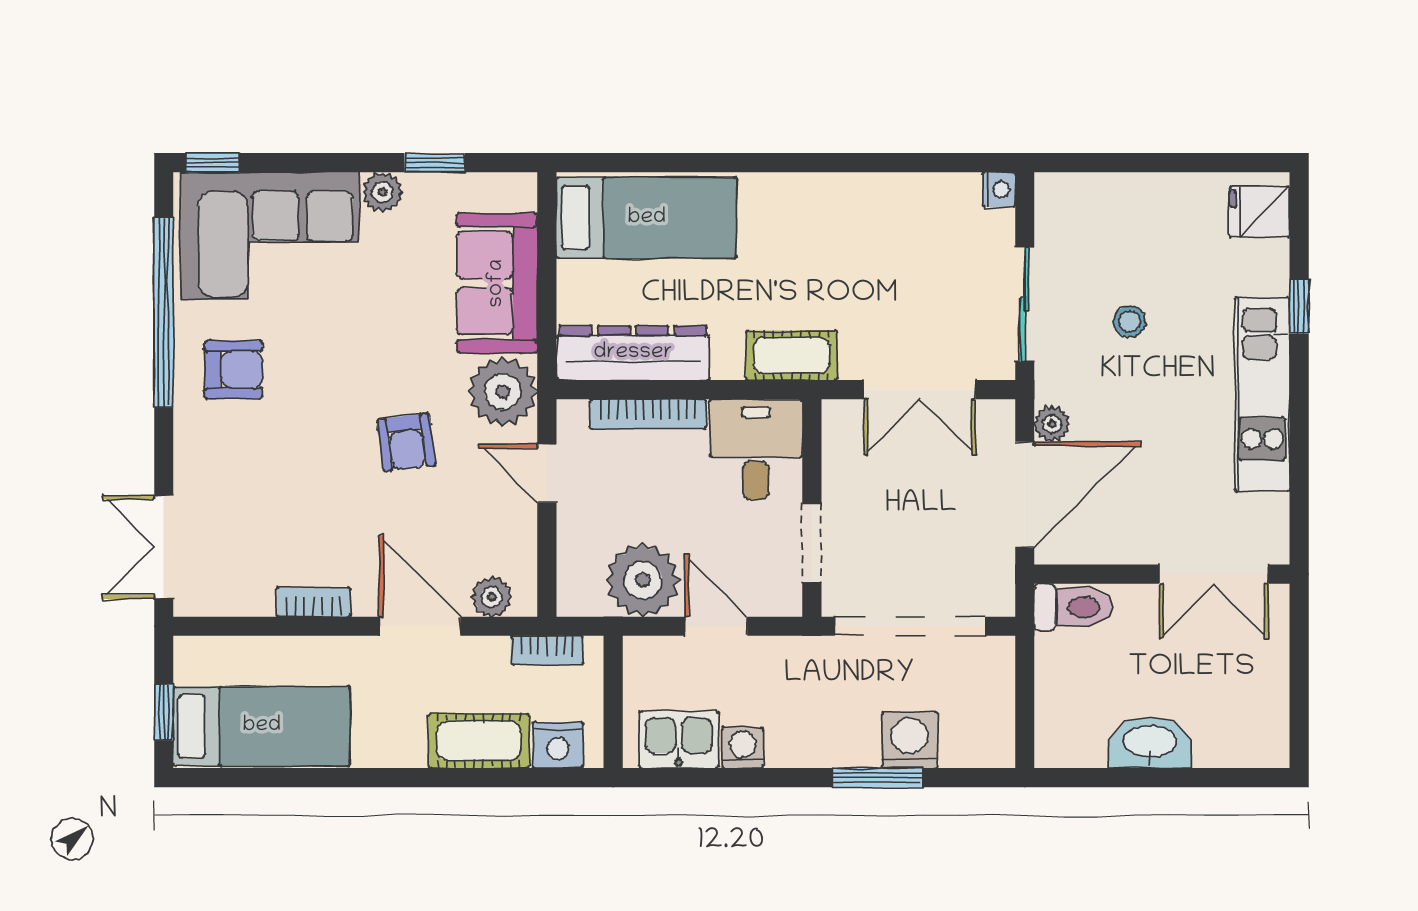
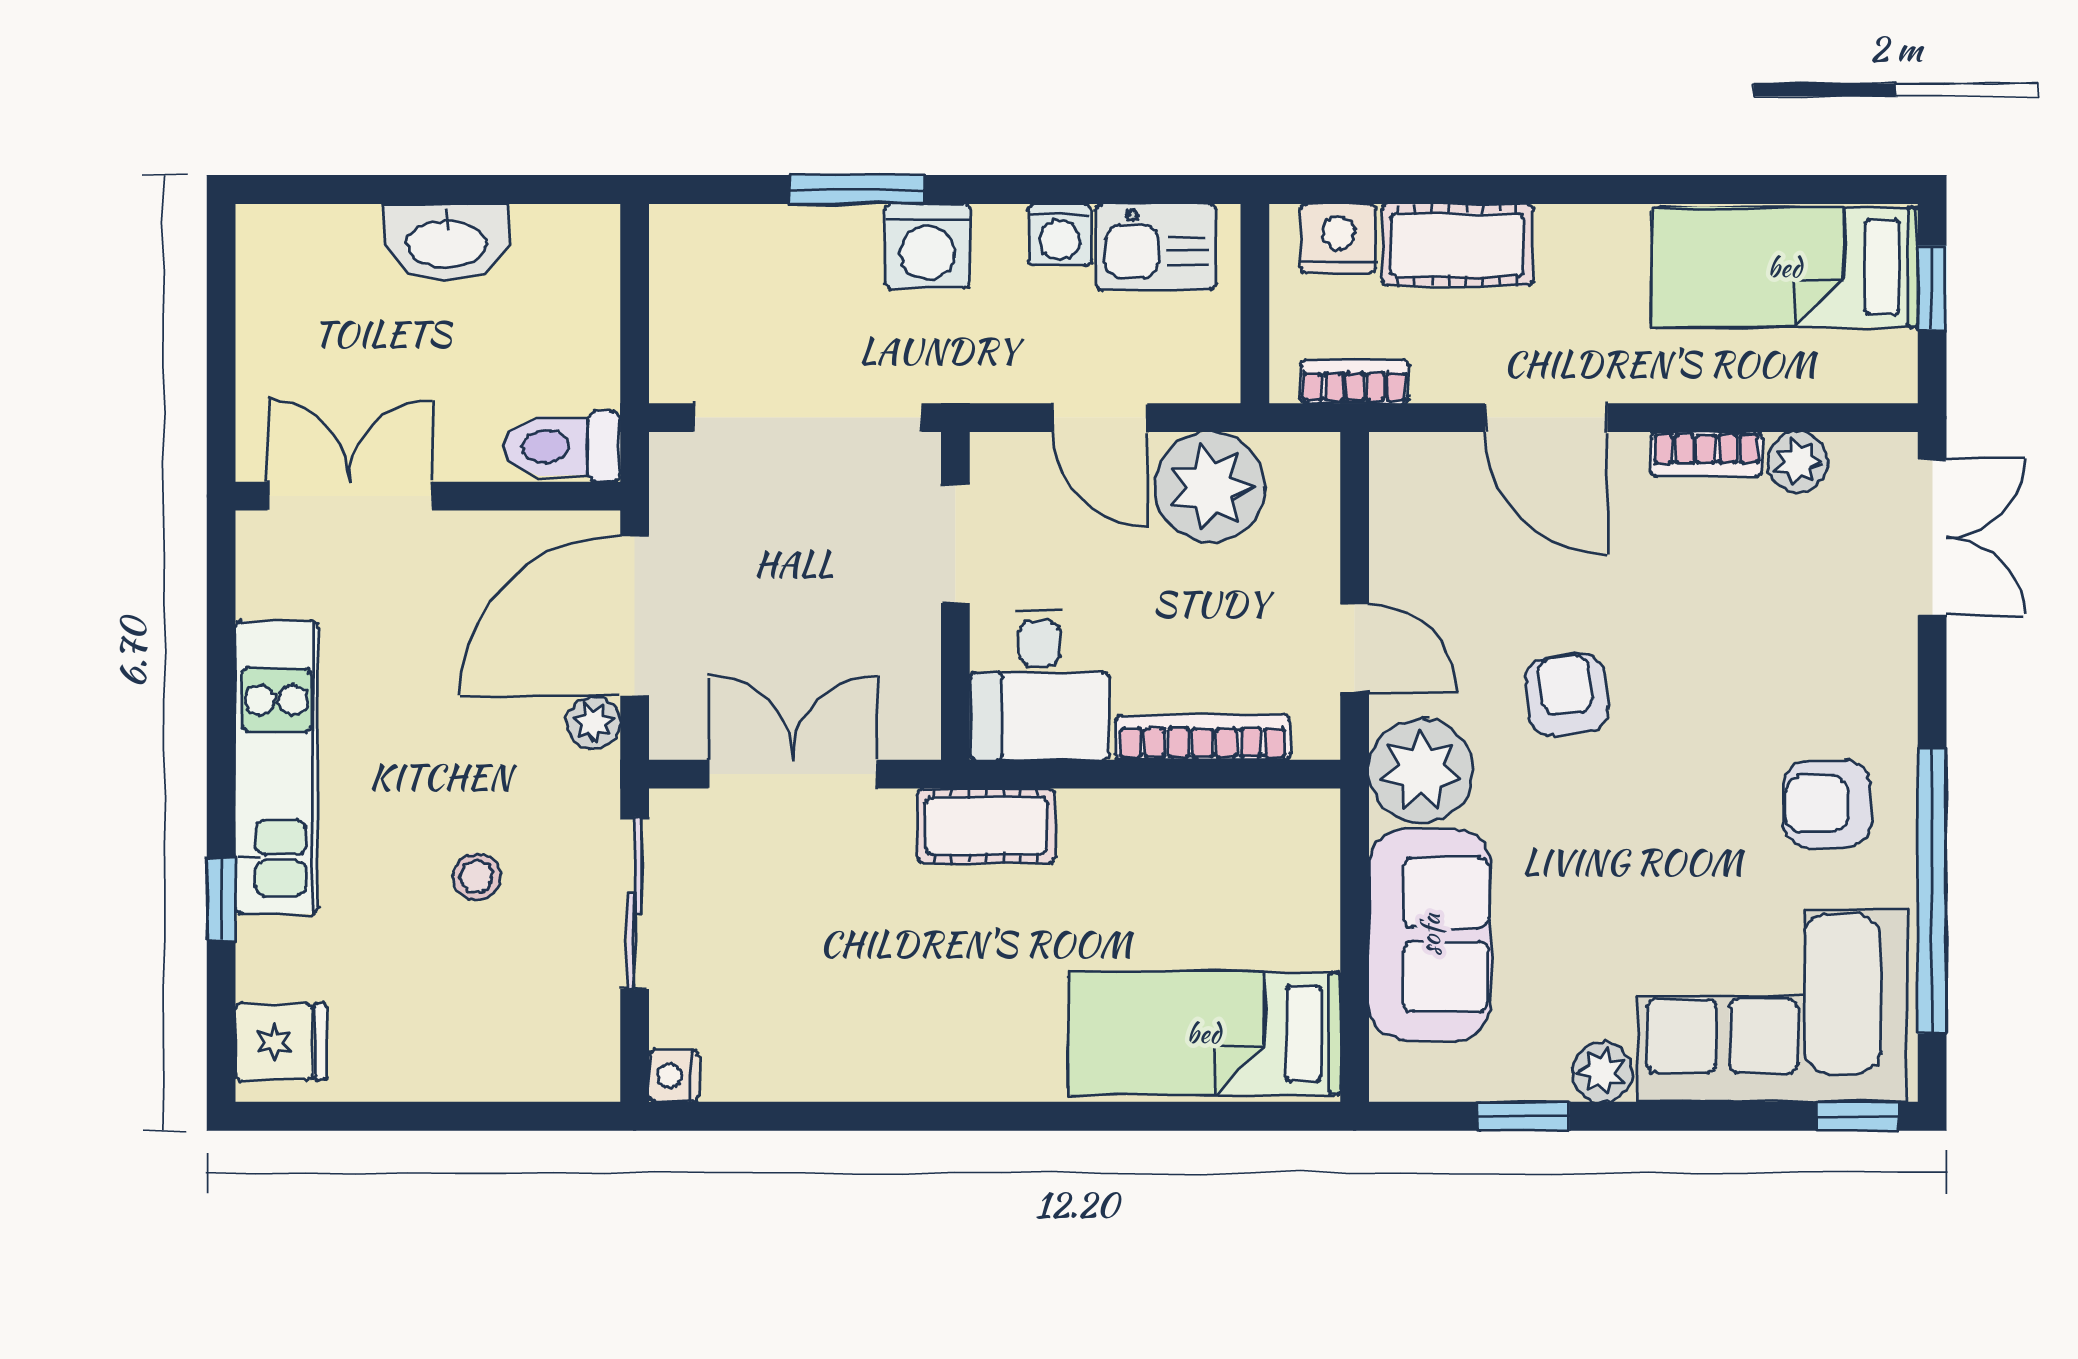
dresser: (633, 353) -> (1225, 830), removed
plant: (492, 597) -> (1798, 462), moved
washing machine: (910, 740) -> (927, 246), moved

